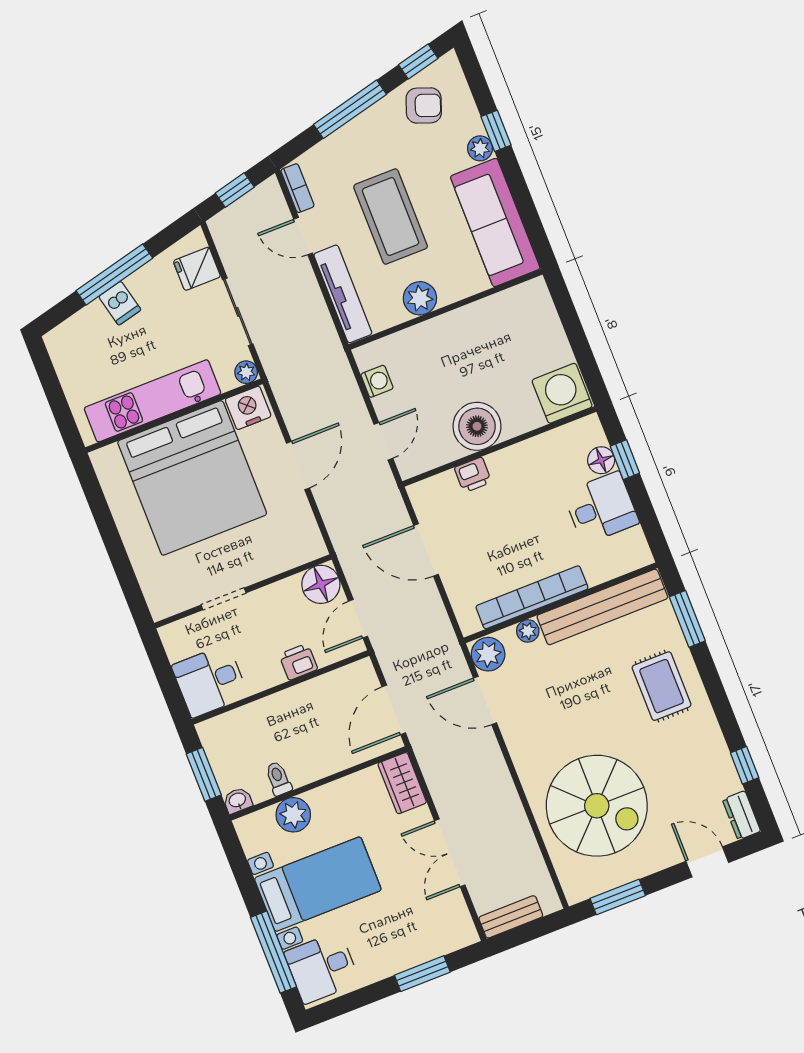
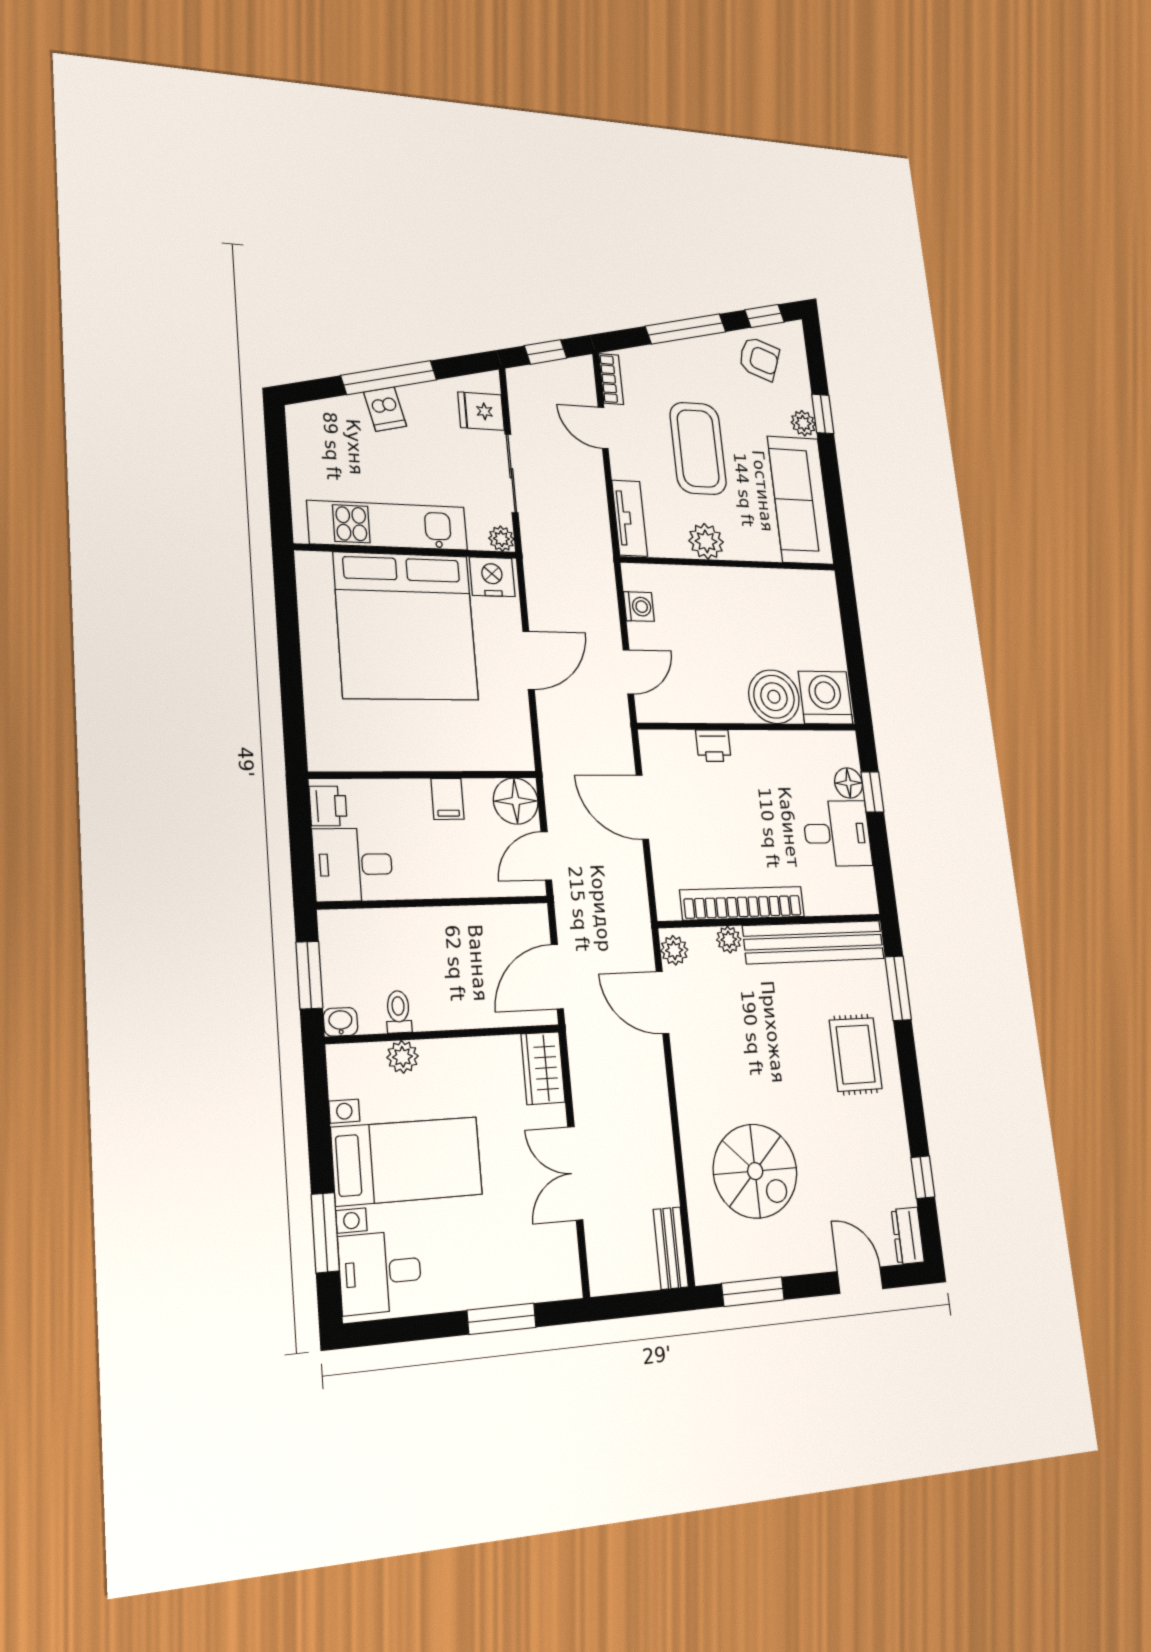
tv unit: (343, 294) -> (630, 518), width x0.71
boiler: (477, 426) -> (774, 697), moved
doorway: (224, 599) -> (399, 775), removed
filing cabinet: (267, 603) -> (448, 799), added
plant: (488, 654) -> (674, 950), width x0.73, depth x0.73
printer: (298, 662) -> (328, 806), moved, turned 90
spiral stairs: (597, 806) -> (755, 1171), width x0.73, depth x0.73
plant: (293, 815) -> (403, 1057), width x0.73, depth x0.73
bench: (511, 917) -> (671, 1248), moved, turned 90
window: (273, 952) -> (325, 1233), width x0.69

